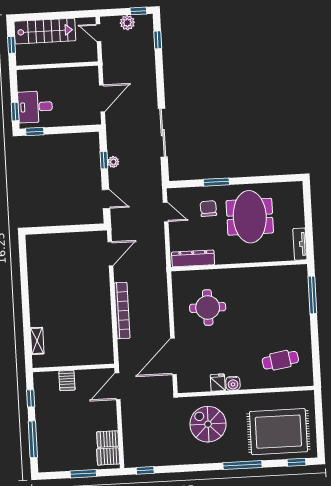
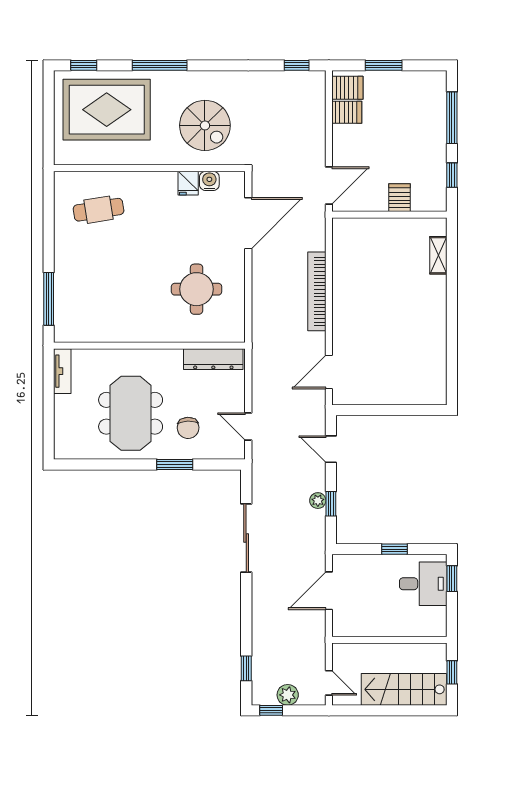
window: (35, 132) -> (394, 549), moved
water cooler: (233, 383) -> (209, 181), moved

